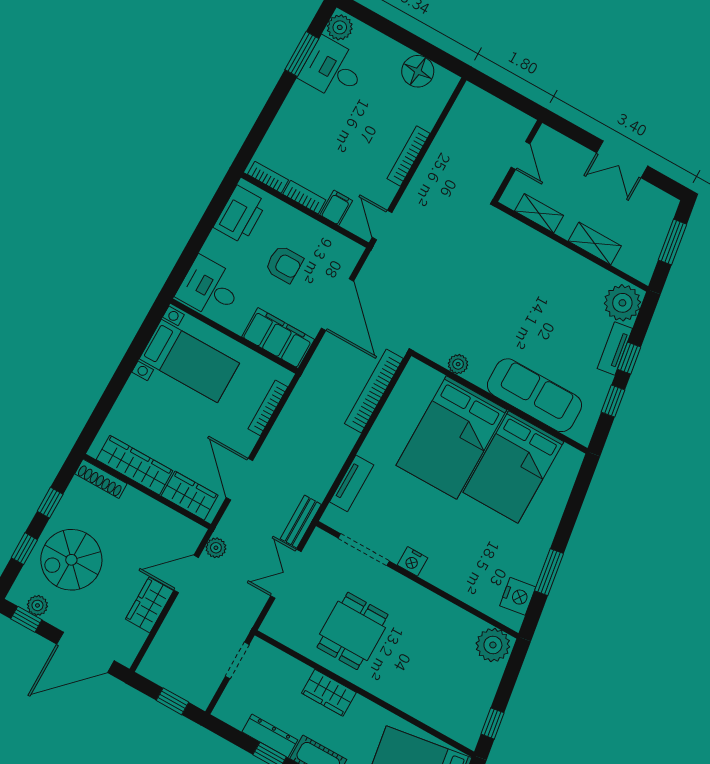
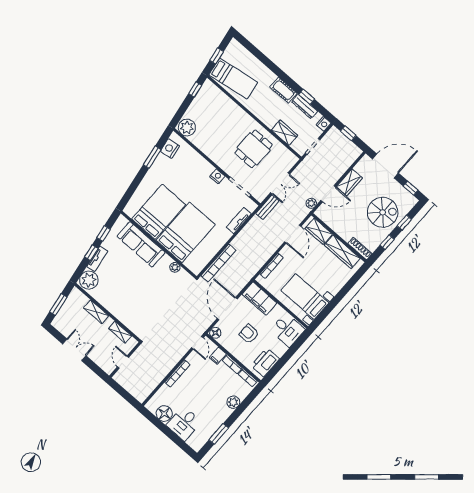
plant: (340, 27) -> (233, 402), moved
desk: (333, 69) -> (184, 423), moved, turned 90
floor lamp: (351, 252) -> (215, 333), added
plant: (37, 605) -> (404, 194), removed
wardrobe: (329, 693) -> (284, 133), moved
nightstand: (225, 709) -> (324, 124), added

